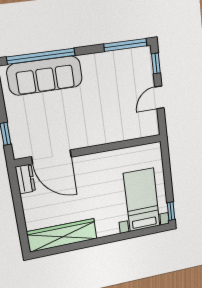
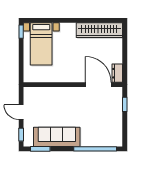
window: (125, 45) -> (40, 149), width x0.69
sofa: (45, 76) -> (57, 137), moved
door: (159, 97) -> (21, 112), swing flipped

